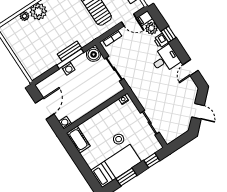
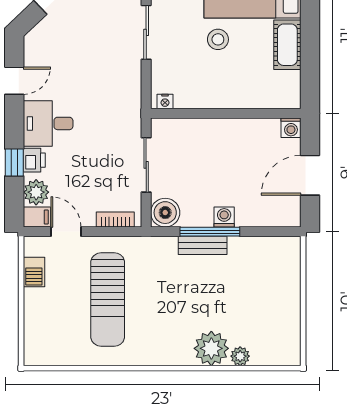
cot: (78, 140) -> (287, 45), moved

